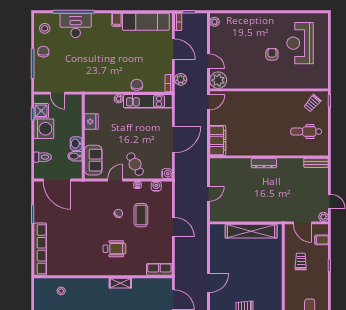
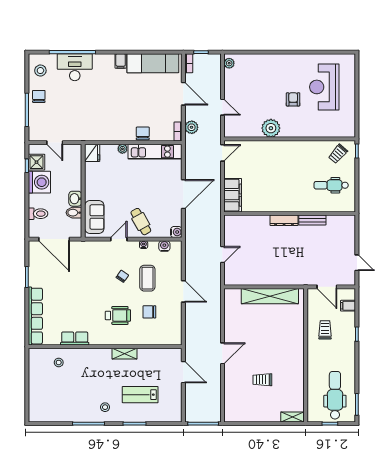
plant: (218, 80) -> (271, 128), moved
fridge: (91, 122) -> (92, 153), moved
bench: (316, 163) -> (312, 220), moved
plant: (323, 217) -> (350, 280), removed
chair: (143, 245) -> (149, 312), added
row of seats: (159, 269) -> (75, 338), moved

